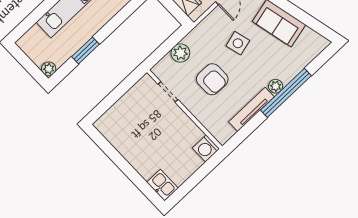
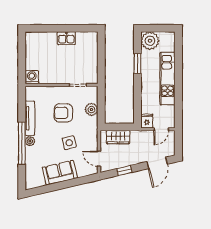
plant: (49, 69) -> (150, 41), width x1.87, depth x1.87
kitchen sink: (162, 185) -> (66, 38), moved

